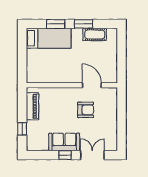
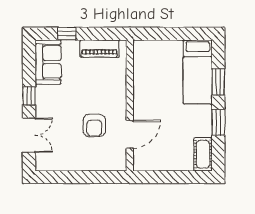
cot: (95, 35) -> (203, 154), moved
sofa: (64, 142) -> (48, 62), moved

